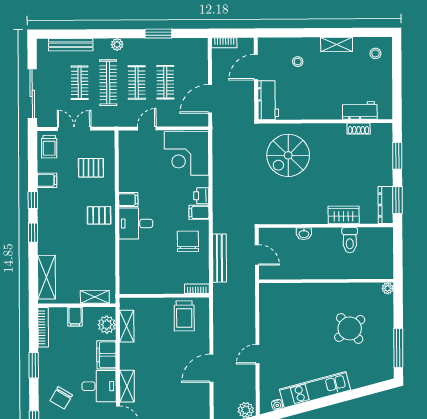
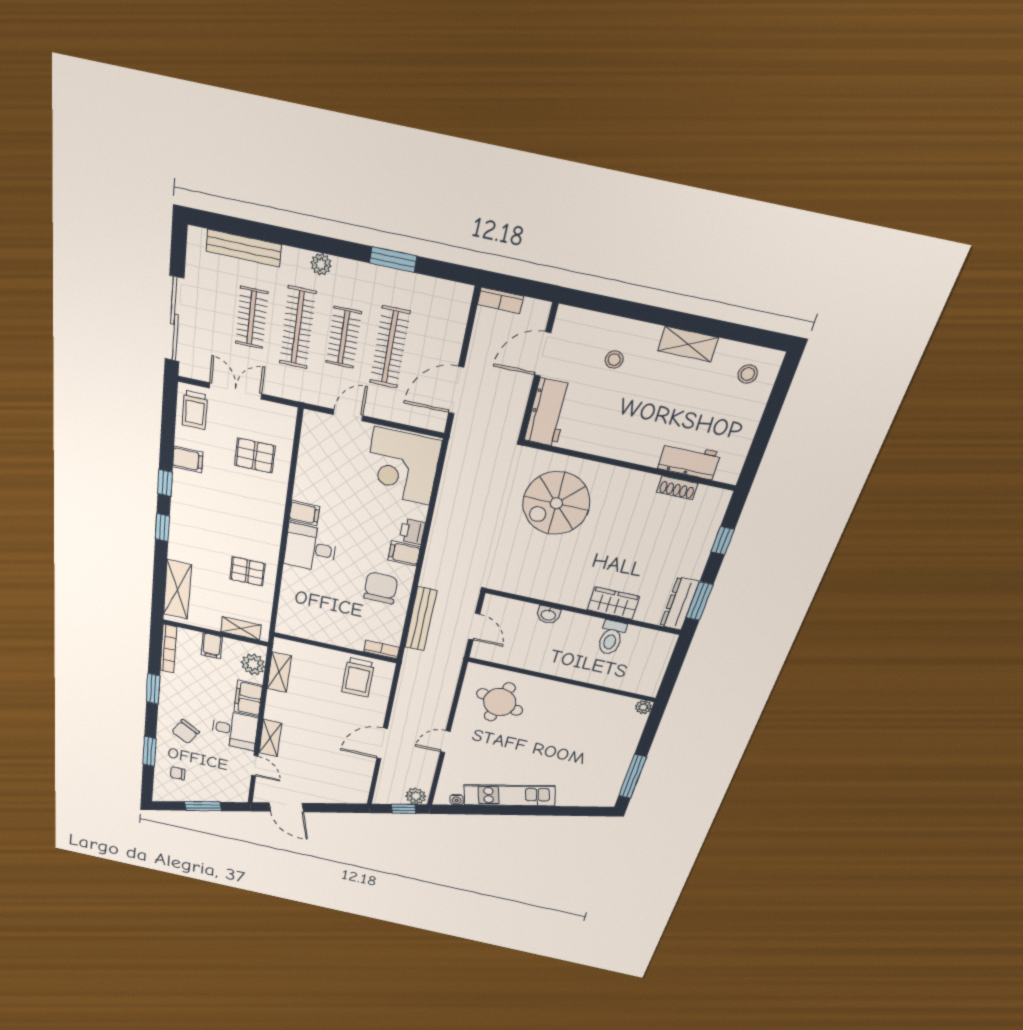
clothes rail: (165, 82) -> (390, 347), width x1.36
window: (397, 156) -> (723, 541), width x0.67
pallet: (99, 215) -> (248, 571), moved
round table: (350, 328) -> (500, 702), moved, turned -35

